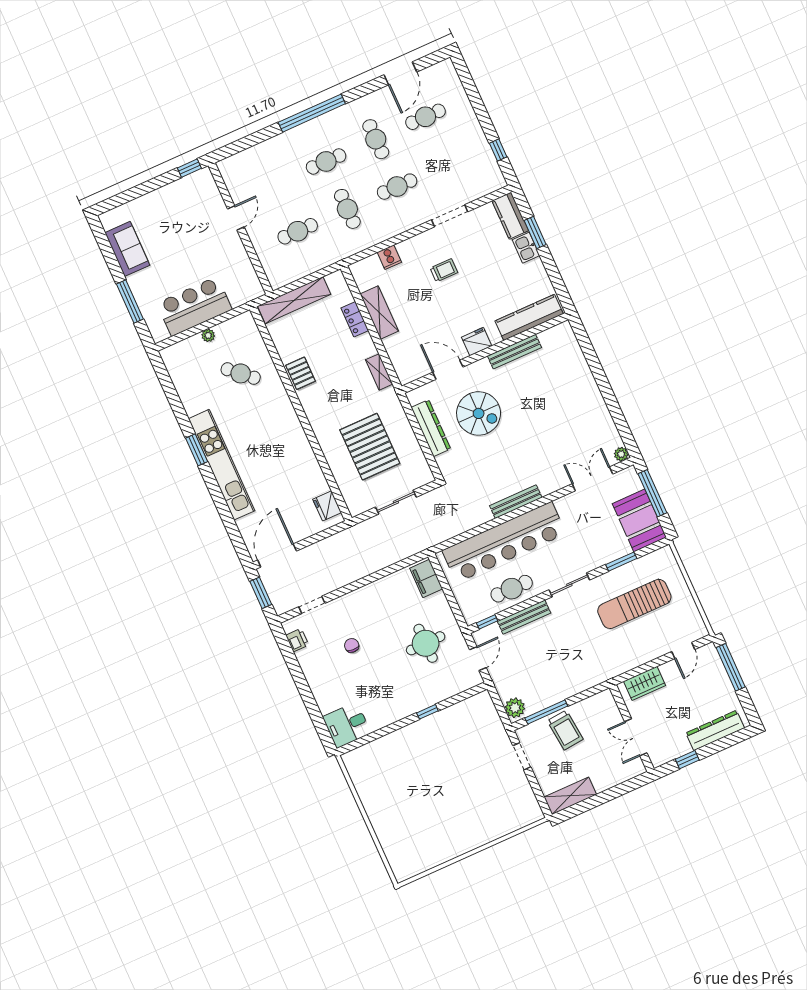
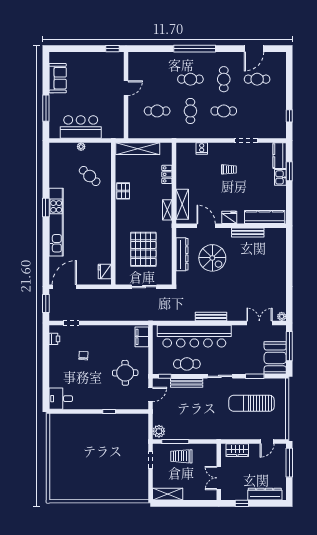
shelving: (379, 312) -> (182, 204), moved
trolley: (565, 730) -> (181, 456), turned 96

